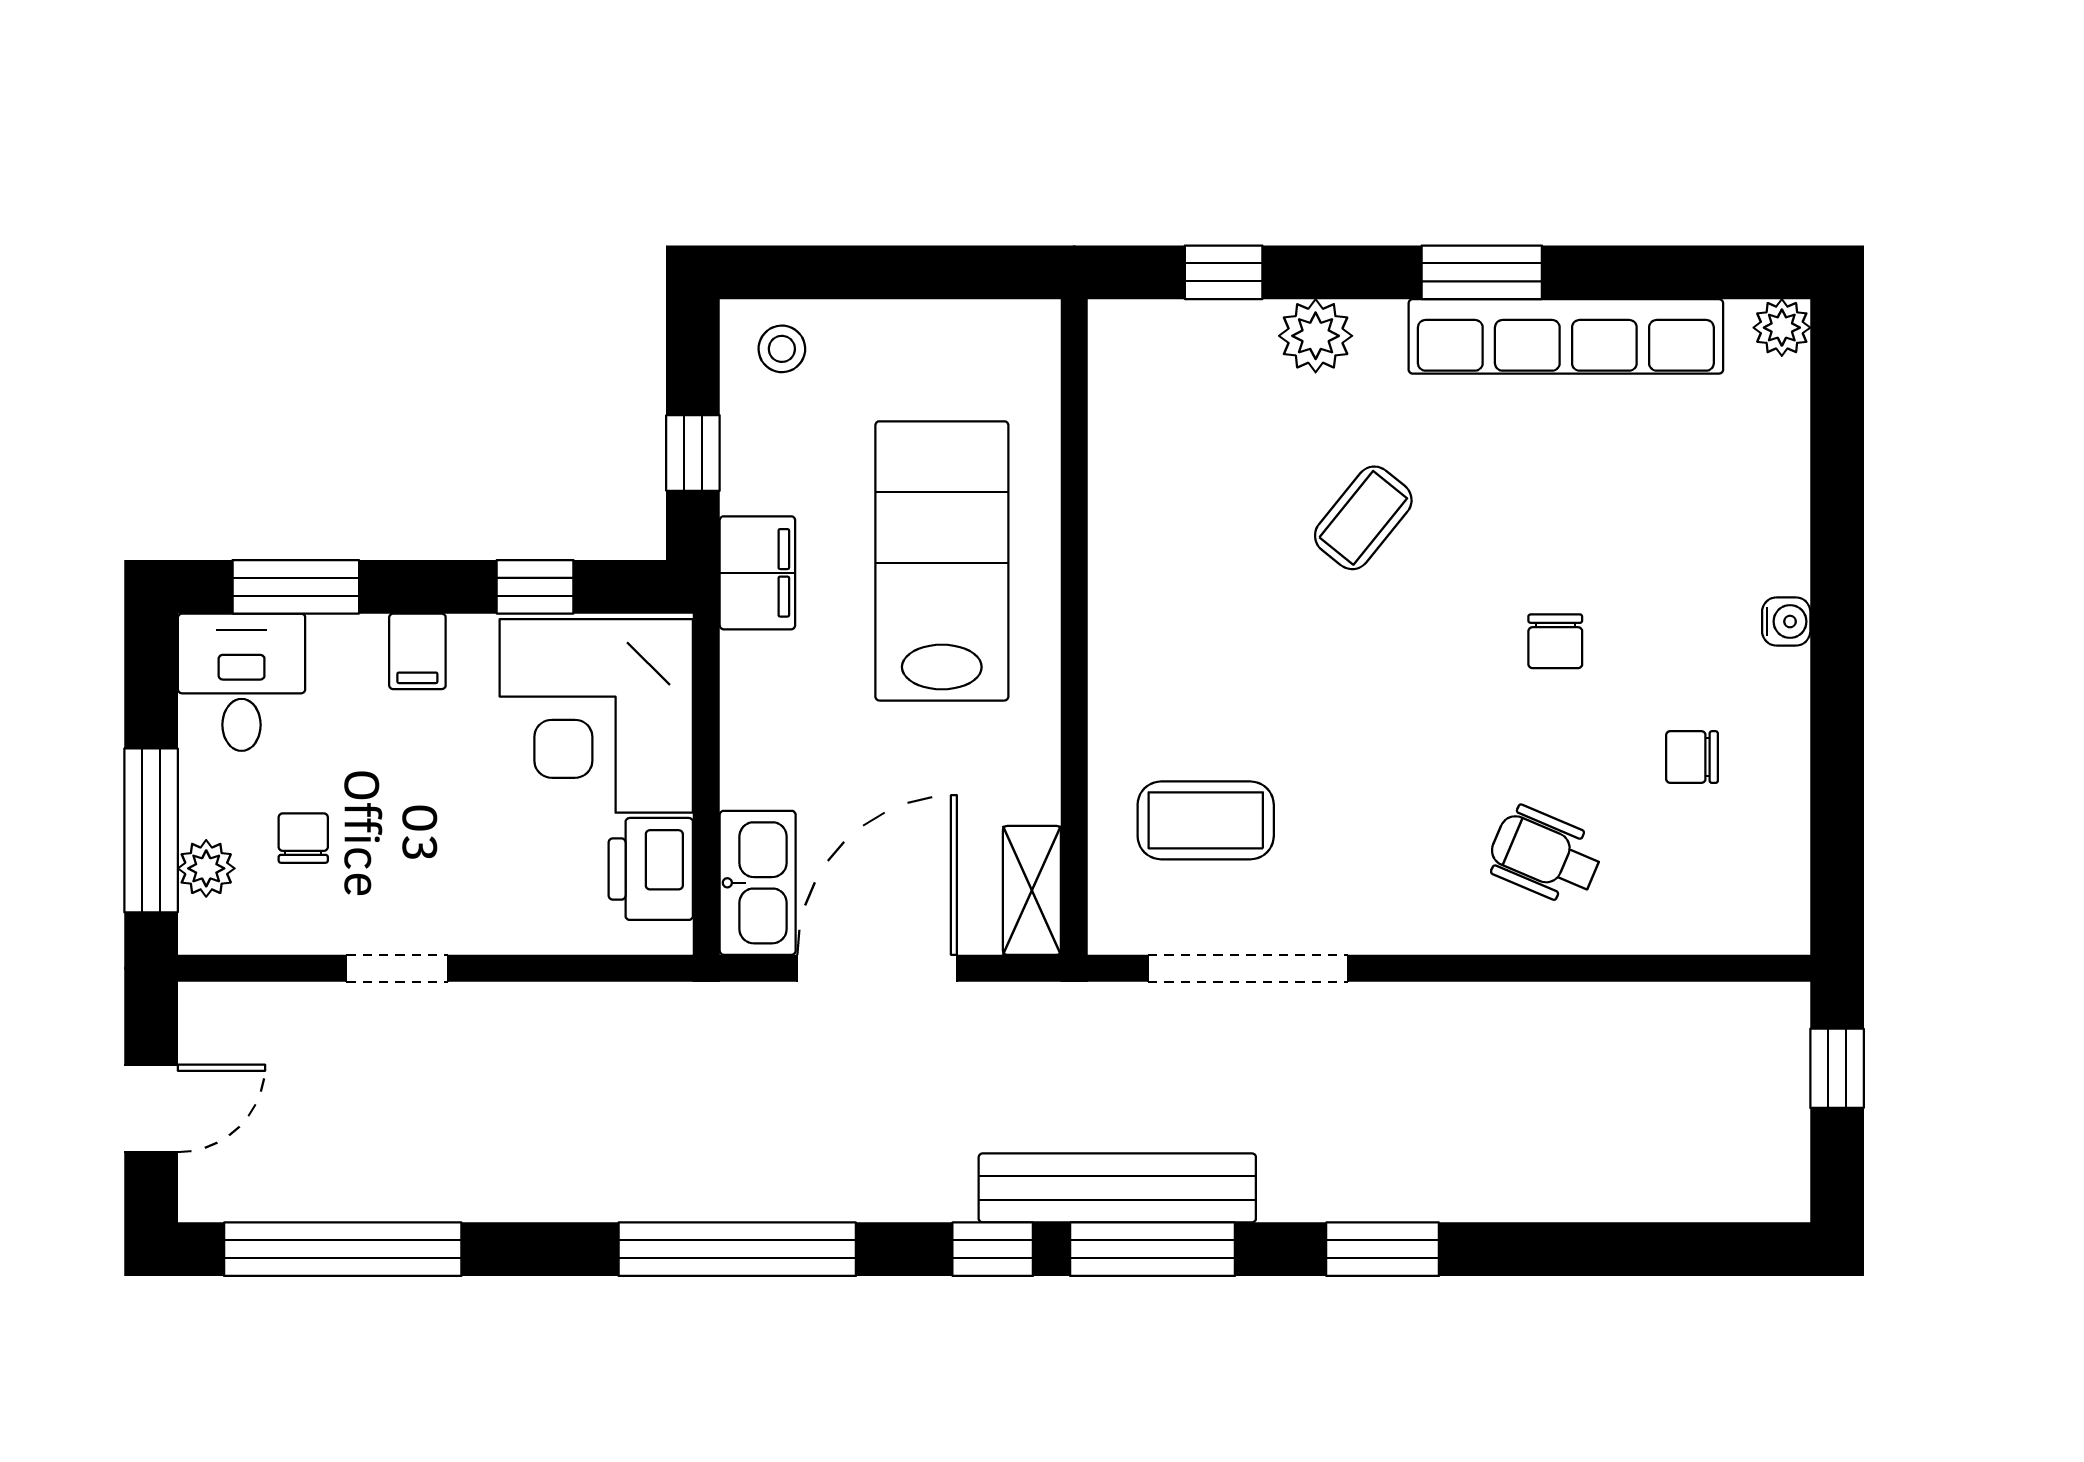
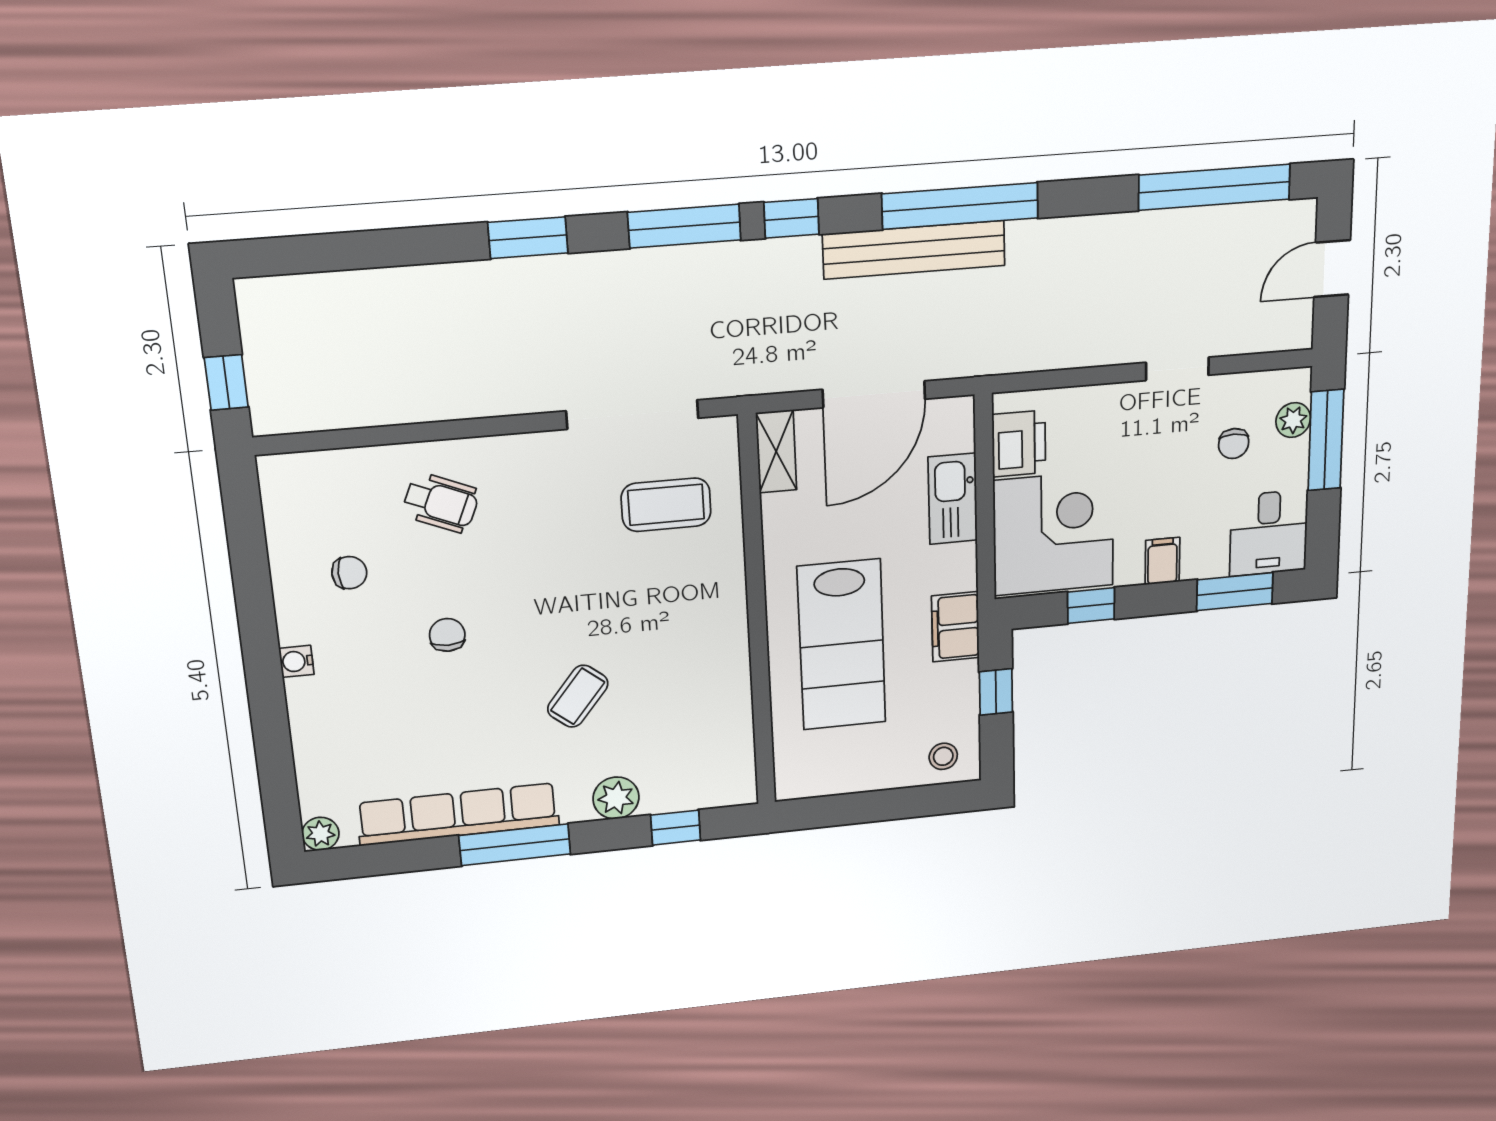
window: (1482, 272) -> (515, 845), width x1.44
kitchen sink: (758, 883) -> (953, 499), moved
bench: (1117, 1188) -> (914, 250), moved

